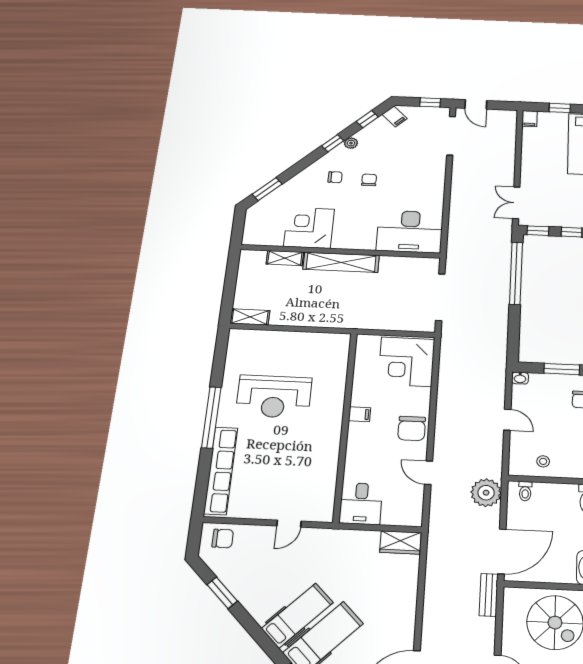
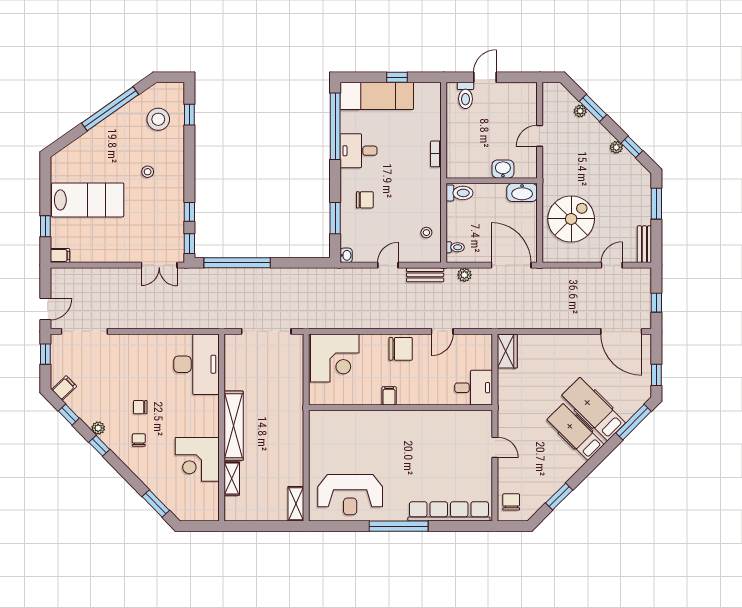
reception desk: (274, 397) -> (350, 495), moved, turned 90
plant: (486, 493) -> (464, 275), width x0.53, depth x0.53
bench: (489, 595) -> (425, 275), moved

